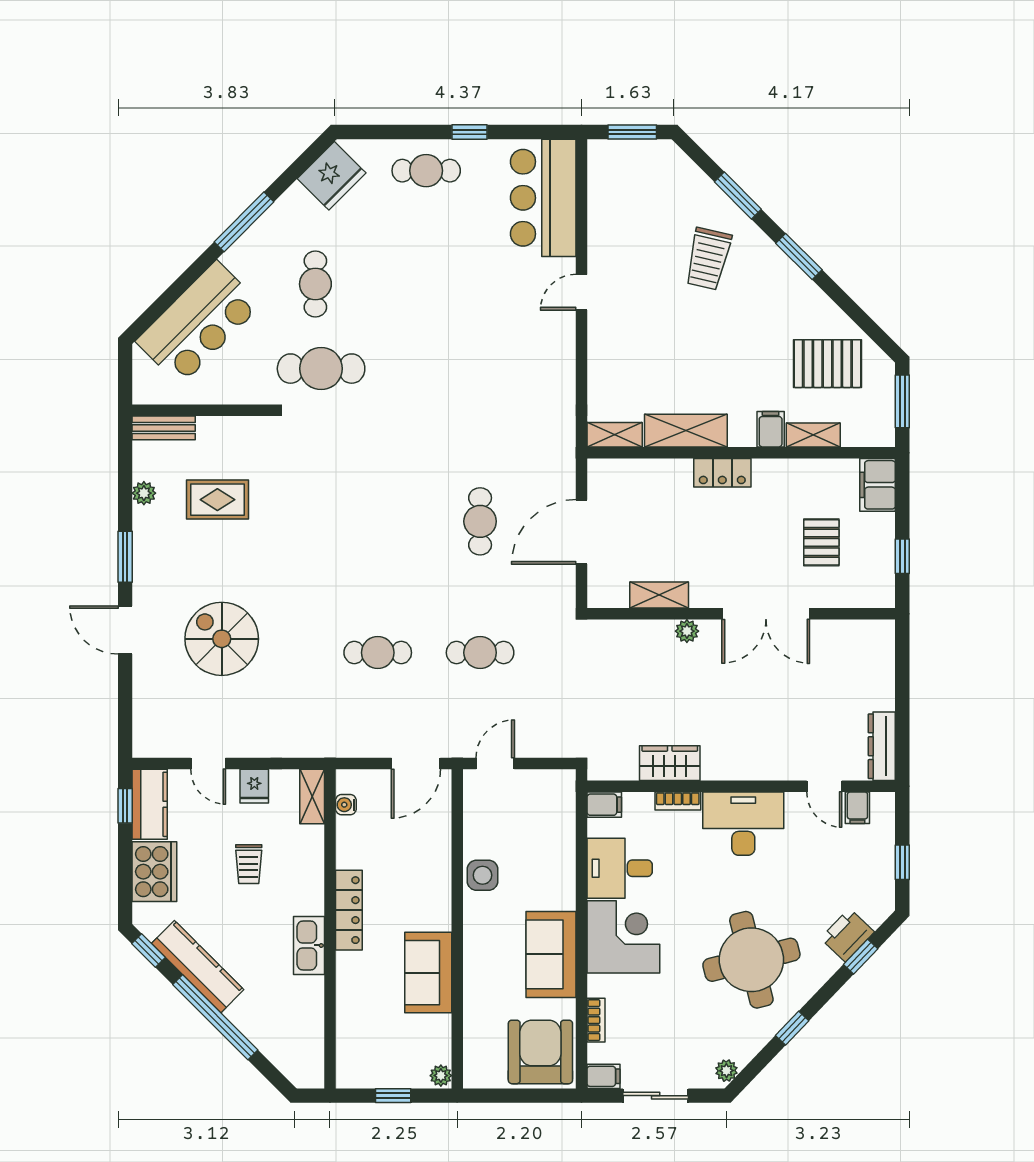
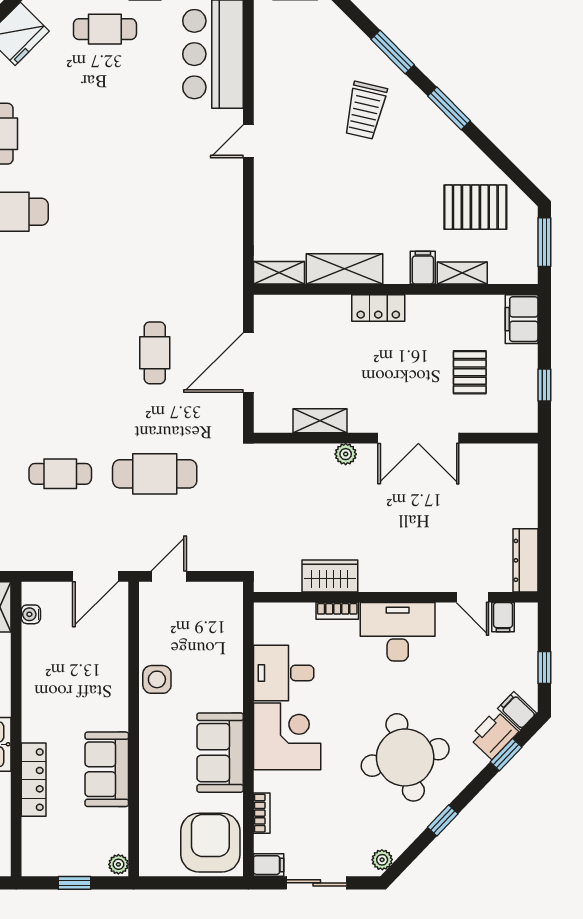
cafe table: (480, 653) -> (155, 474), width x1.37, depth x1.35
filing cabinet: (604, 805) -> (517, 711), moved, turned -136
locker: (349, 910) -> (34, 780), moved

